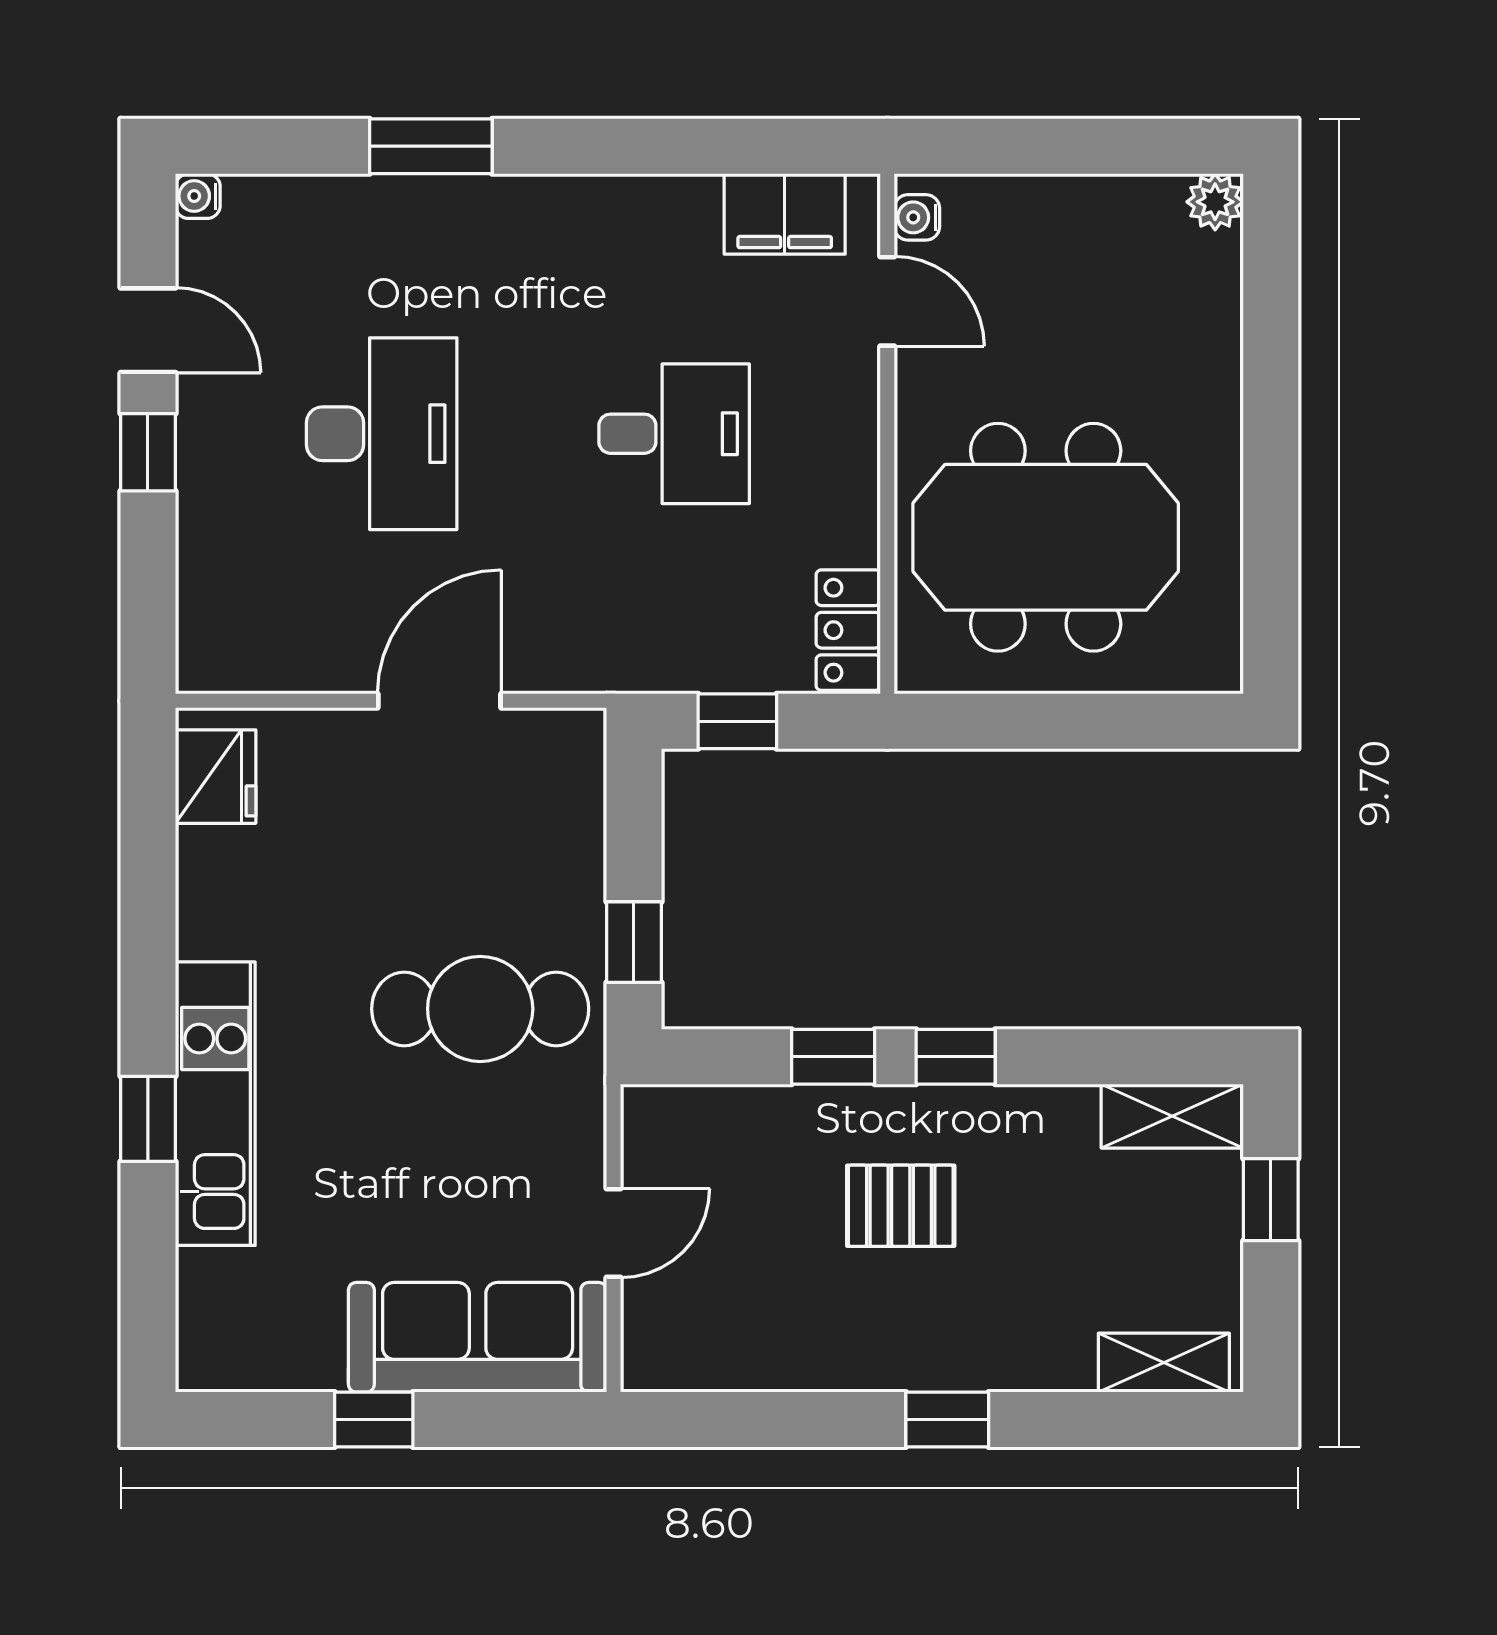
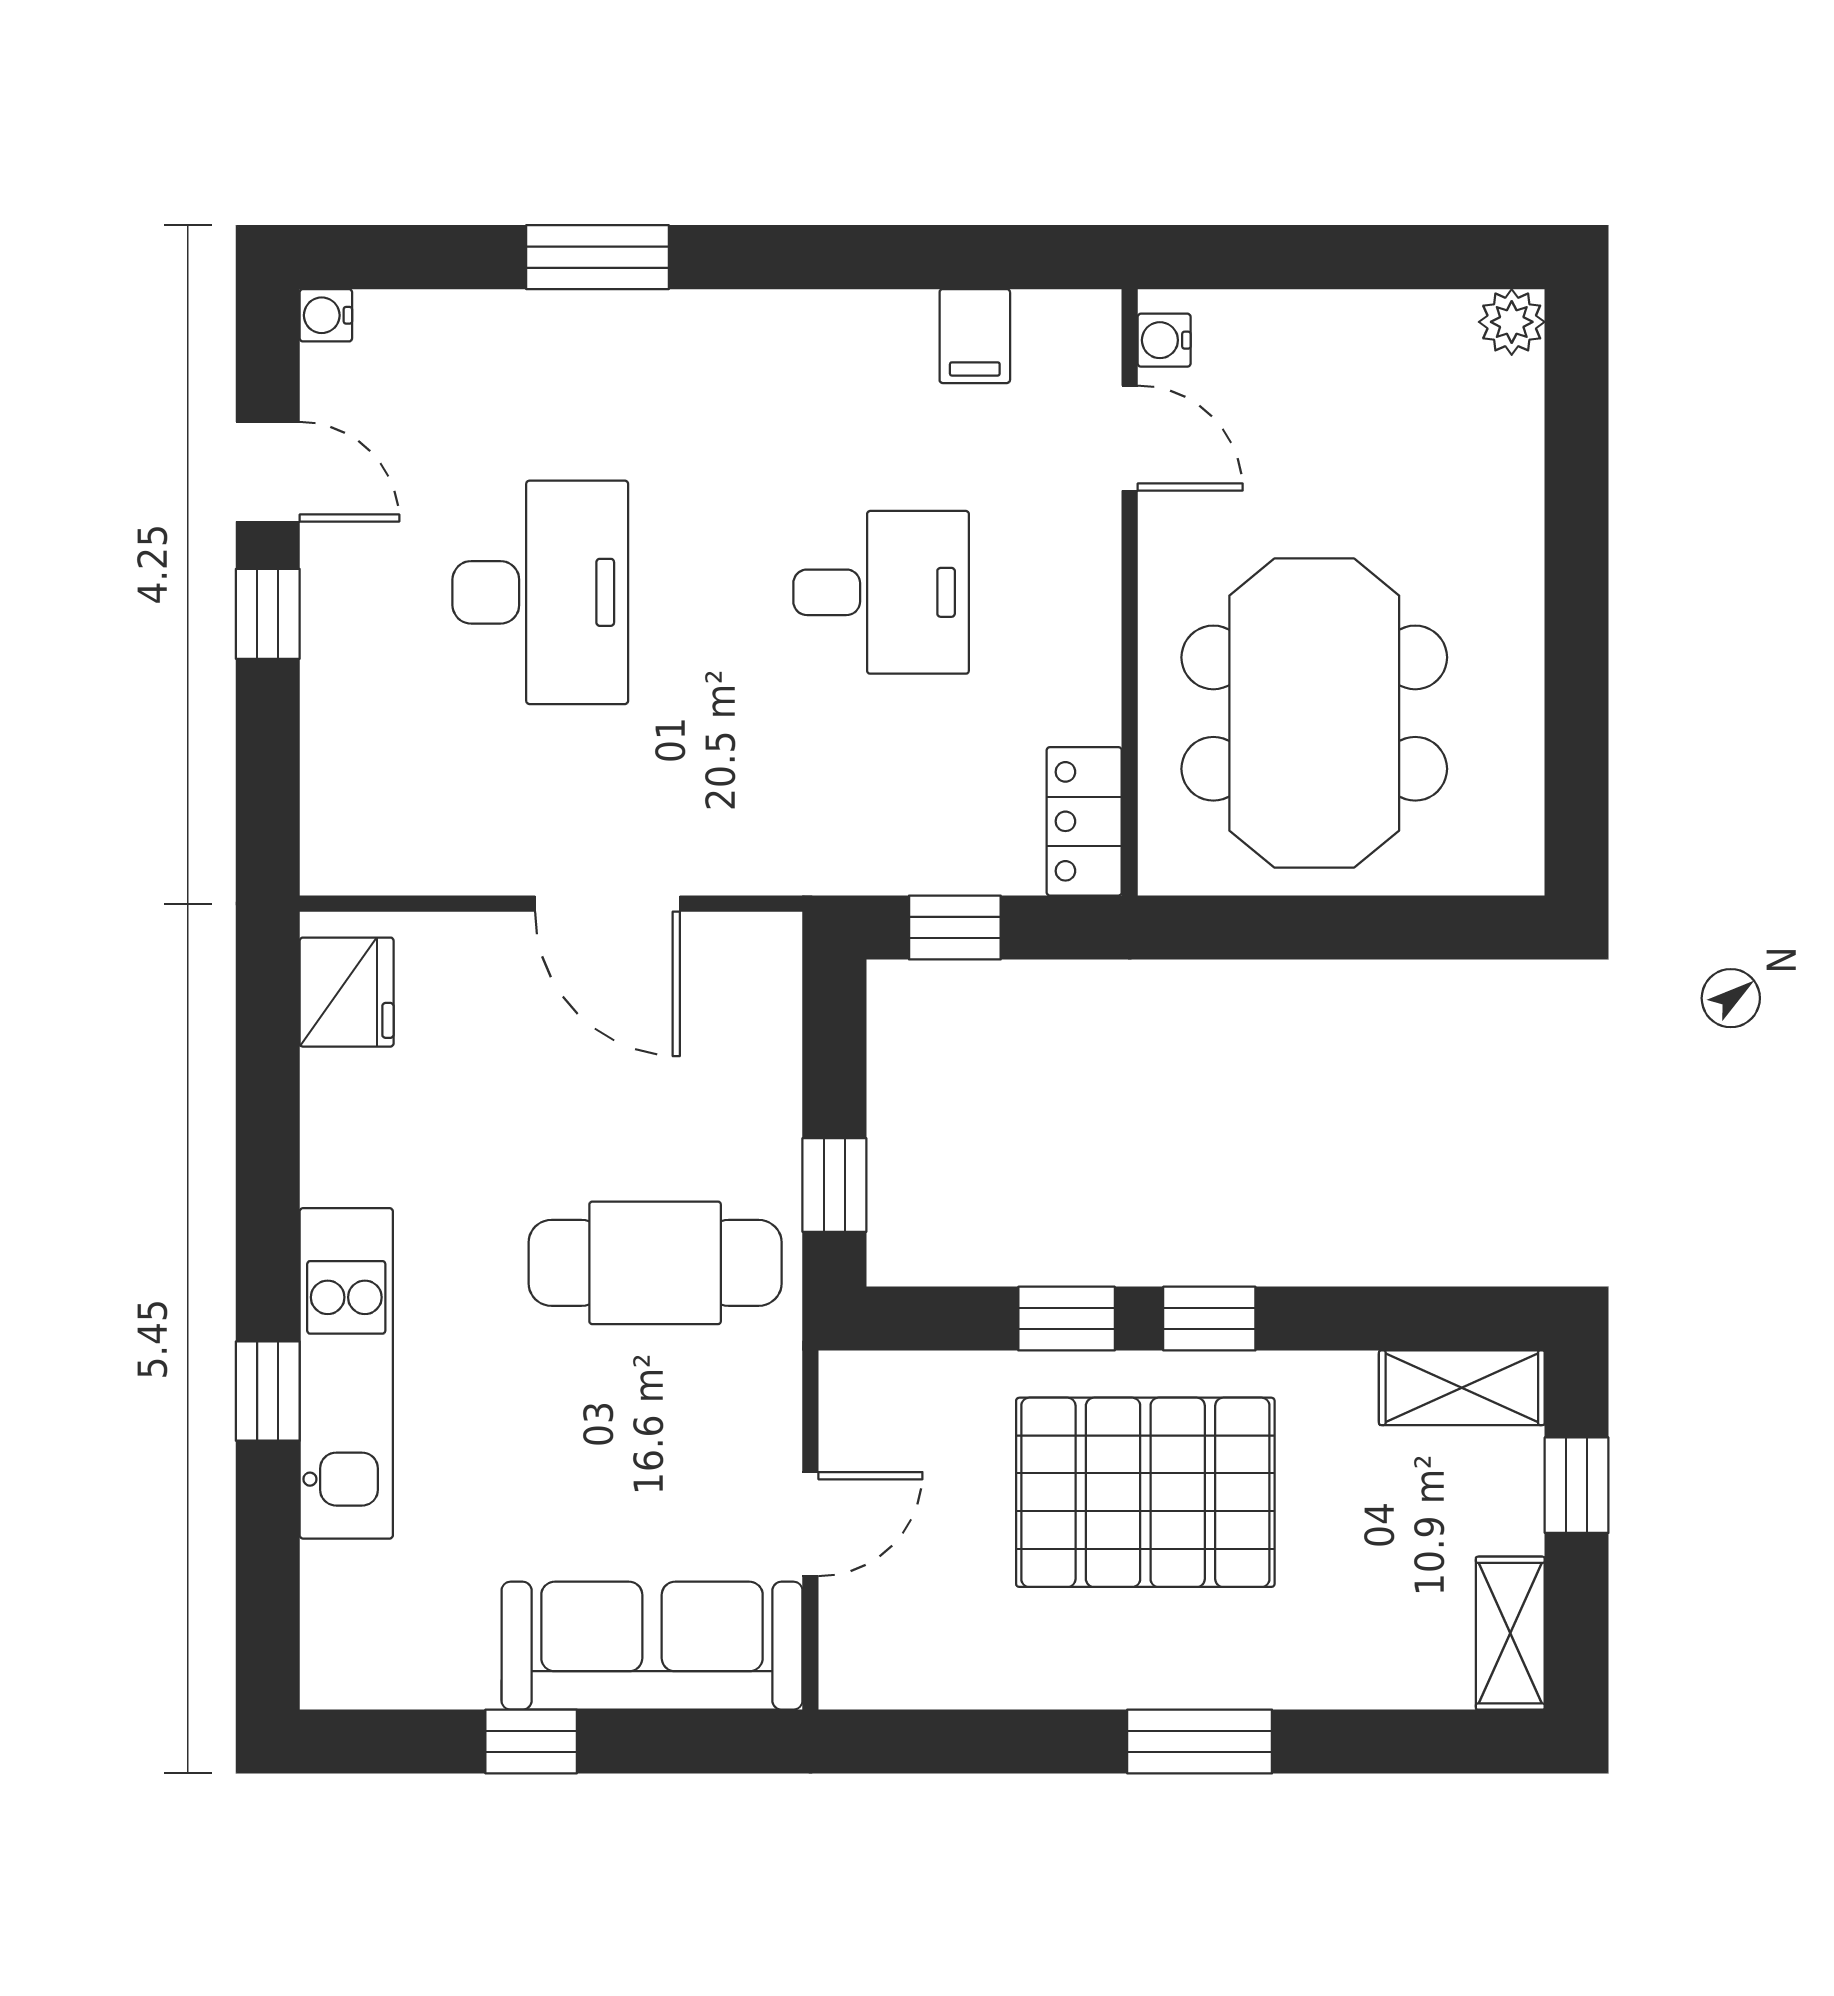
filing cabinet: (785, 214) -> (975, 336), width x0.50
meeting table: (1046, 537) -> (1314, 713), turned 90
door: (439, 701) -> (607, 904), swing flipped
pallet: (901, 1206) -> (1145, 1492), width x2.05, depth x2.00
shelving: (1164, 1363) -> (1510, 1633), moved, turned 90
window: (947, 1420) -> (1200, 1742), width x1.50

